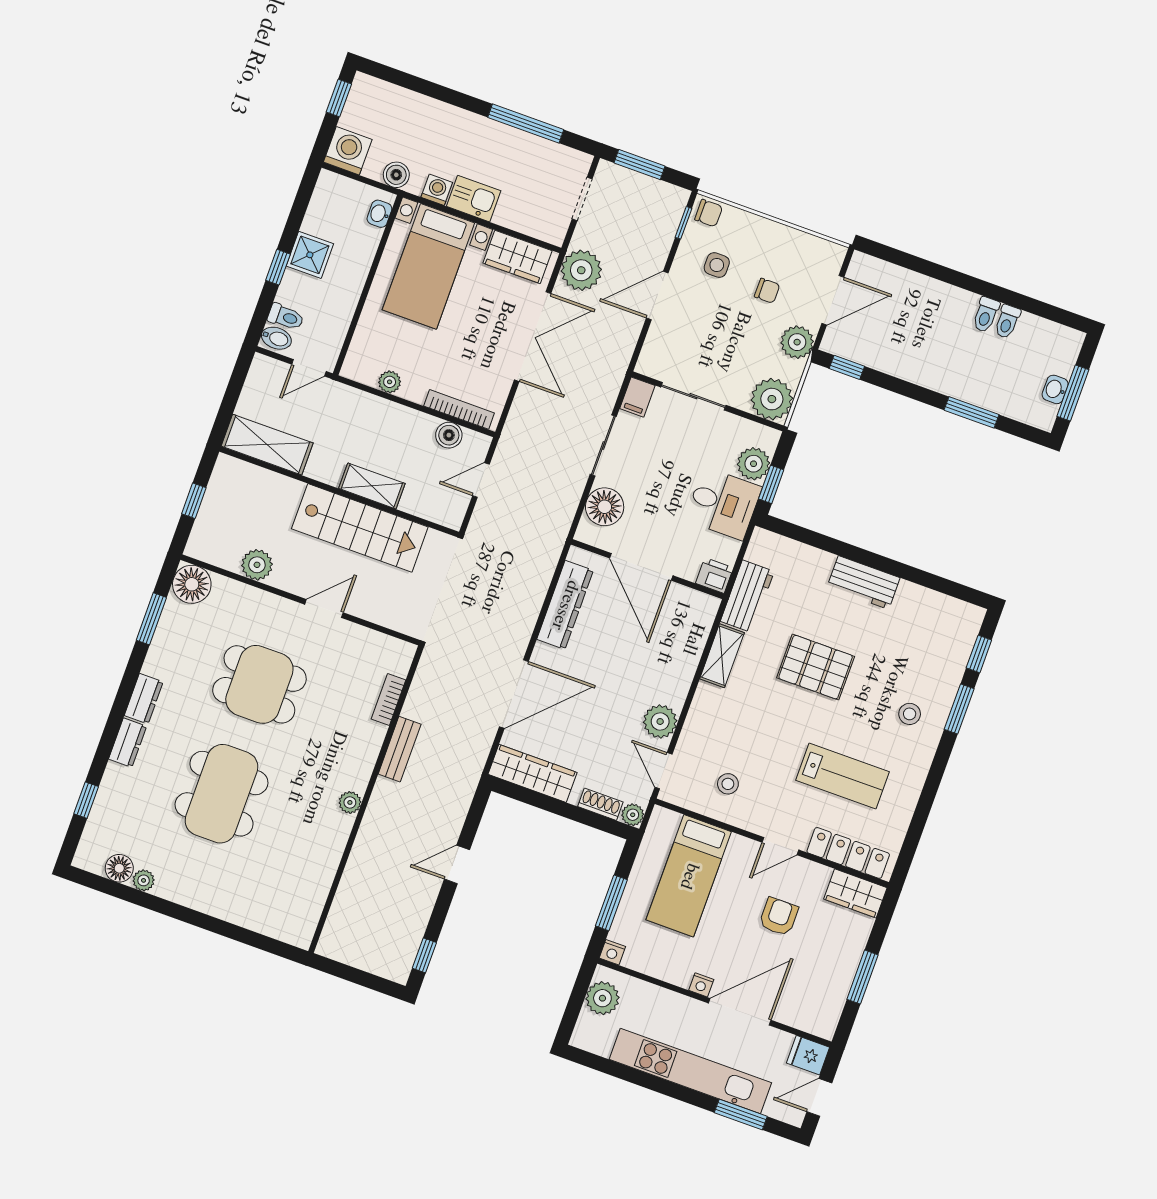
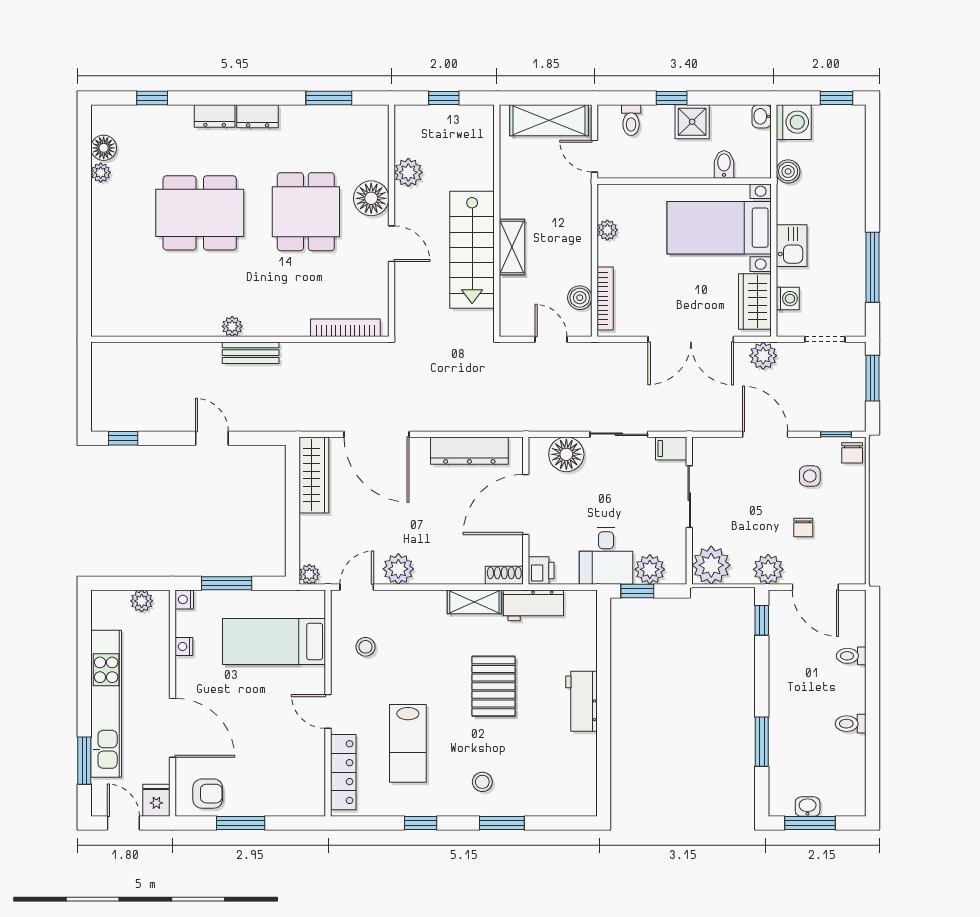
washing machine: (437, 190) -> (788, 299), moved
washbasin: (379, 214) -> (762, 116), moved, turned -90
plant: (581, 270) -> (763, 356), width x0.73, depth x0.73
toilet: (1007, 322) -> (851, 656), moved
bidet: (276, 338) -> (724, 164), moved, turned 180
shelving: (267, 445) -> (549, 120), moved, turned 90
floor lamp: (192, 584) -> (371, 198), moved
window: (979, 654) -> (421, 823), moved
bookcase: (389, 699) -> (345, 328), width x1.56
bench: (400, 749) -> (251, 353), moved
shoe rack: (600, 804) -> (504, 575), moved, turned -90
wardrobe: (855, 893) -> (311, 791), removed
armchair: (779, 917) -> (208, 794), moved
nightstand: (701, 985) -> (184, 647), moved
plant: (602, 998) -> (142, 601), width x0.73, depth x0.73

